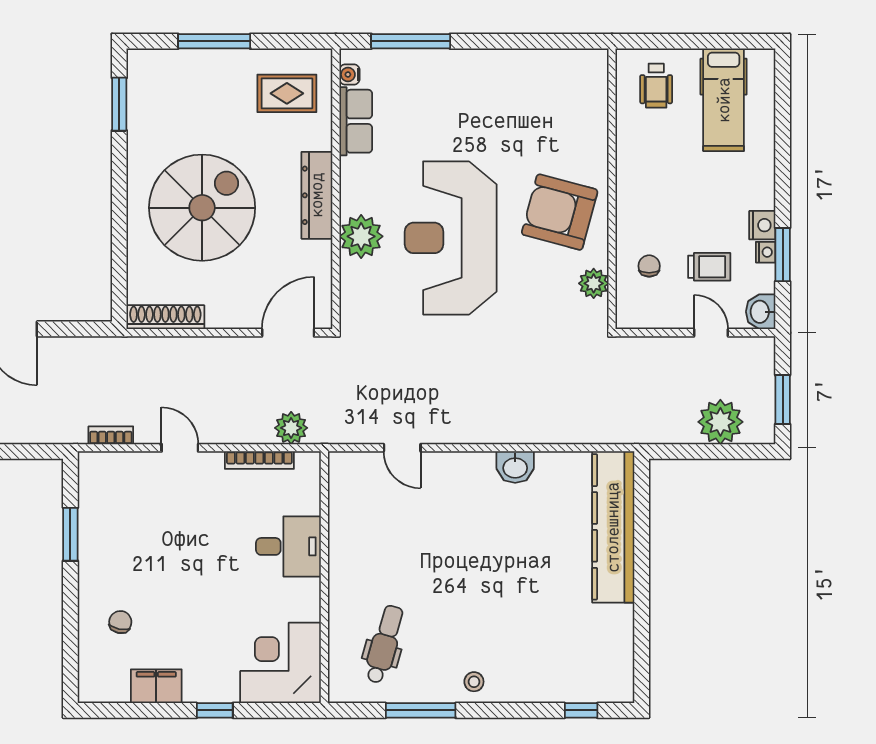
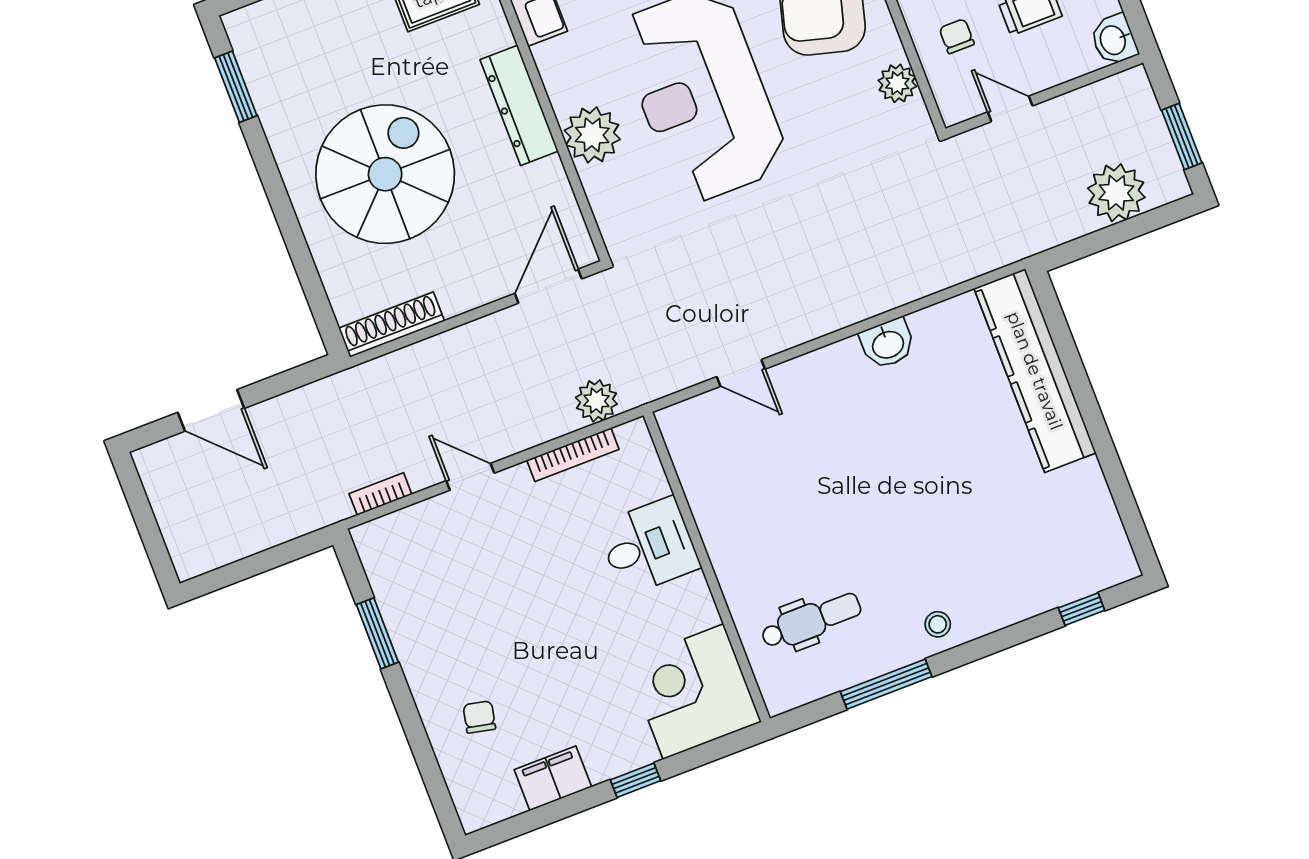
door: (711, 333) -> (1010, 109), moved
dental chair: (384, 644) -> (811, 621), turned 74

